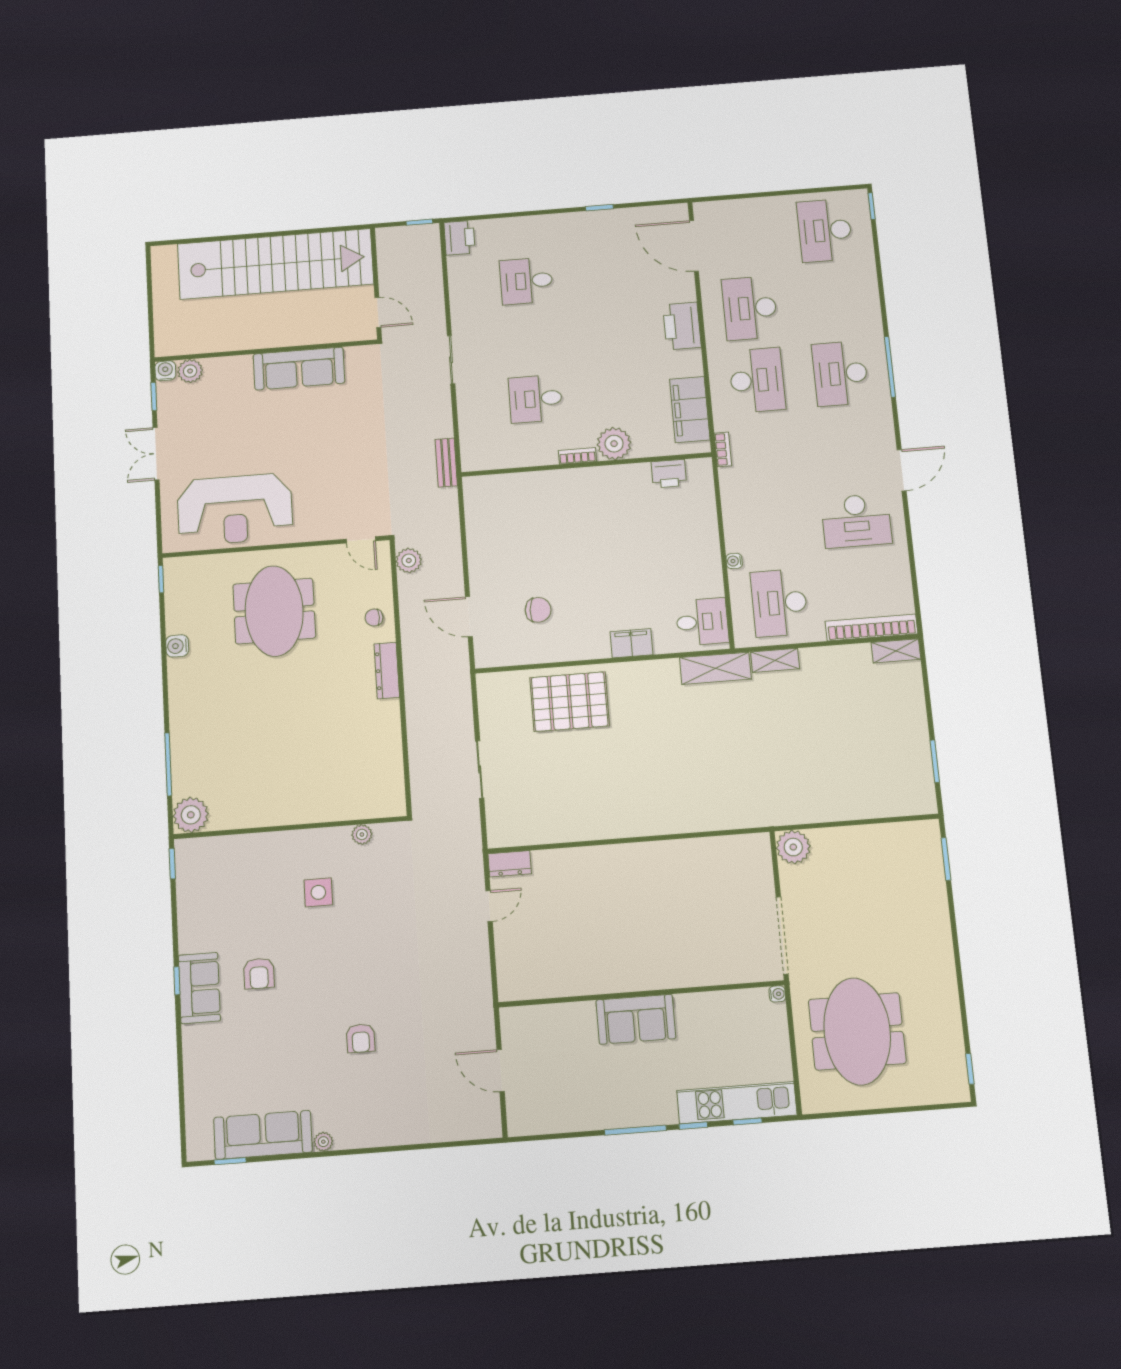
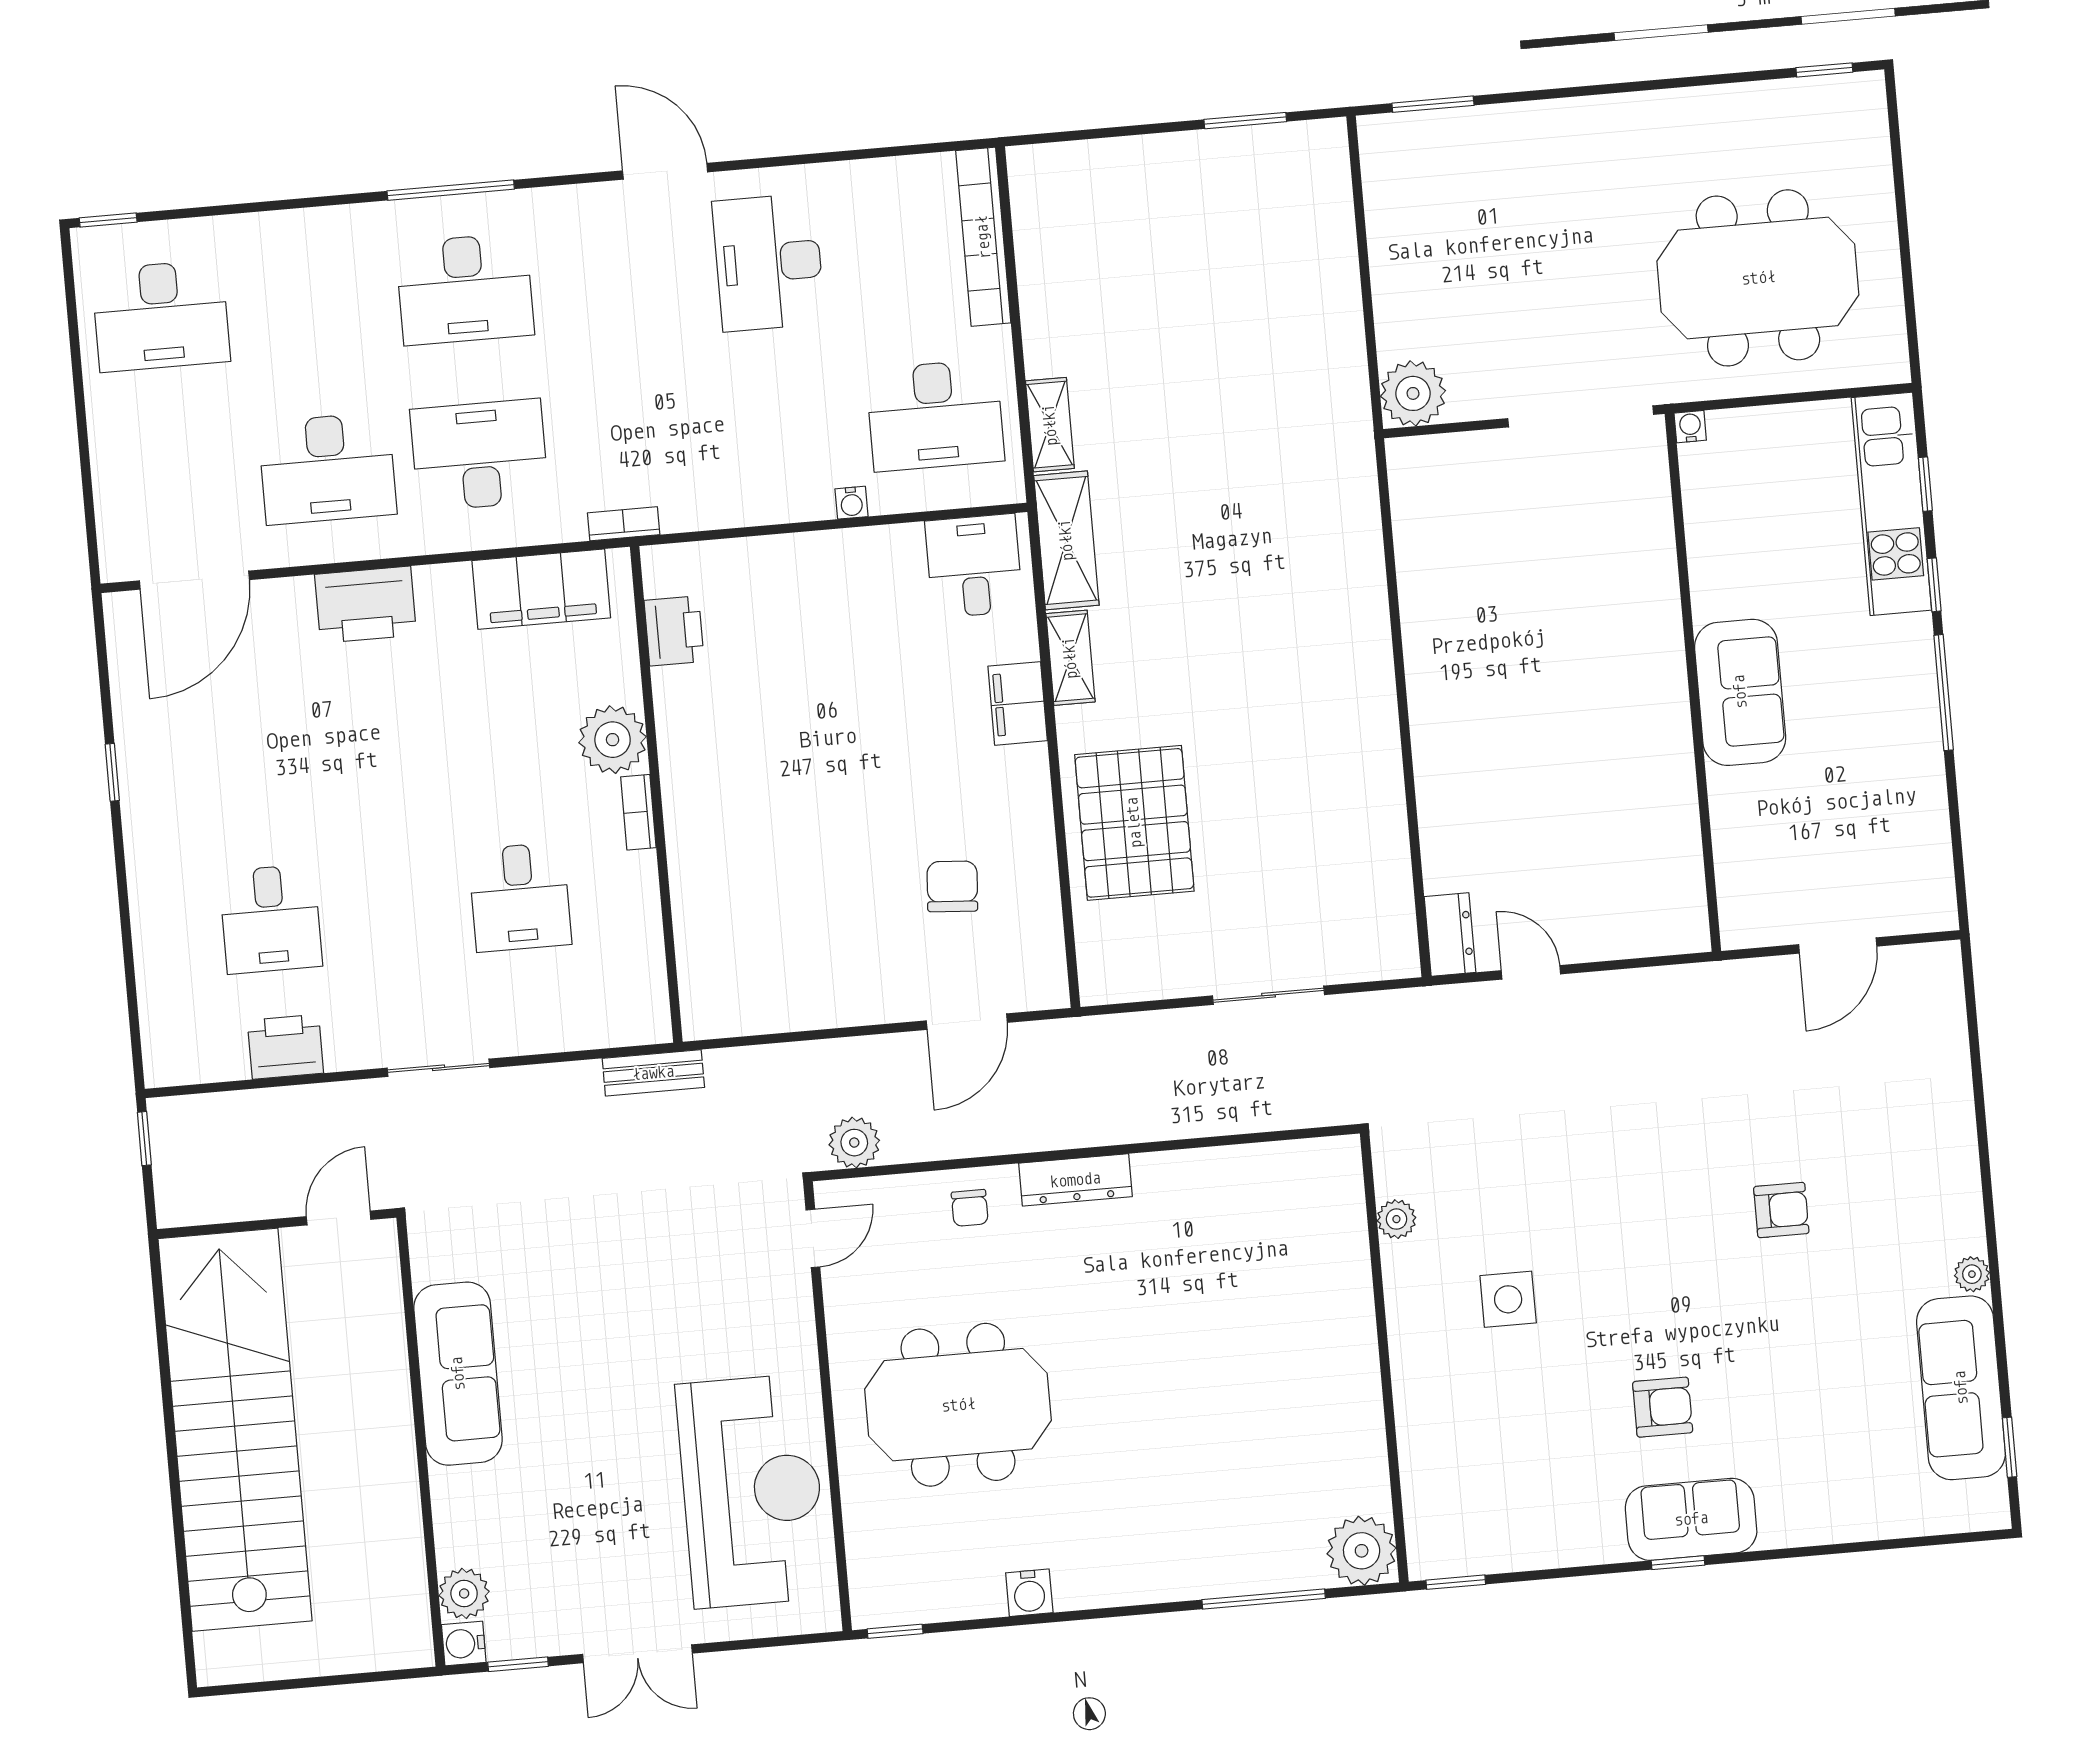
printer: (459, 238) -> (285, 1047), moved
desk: (856, 521) -> (769, 262), turned 180
shelving: (896, 651) -> (1070, 658), moved

